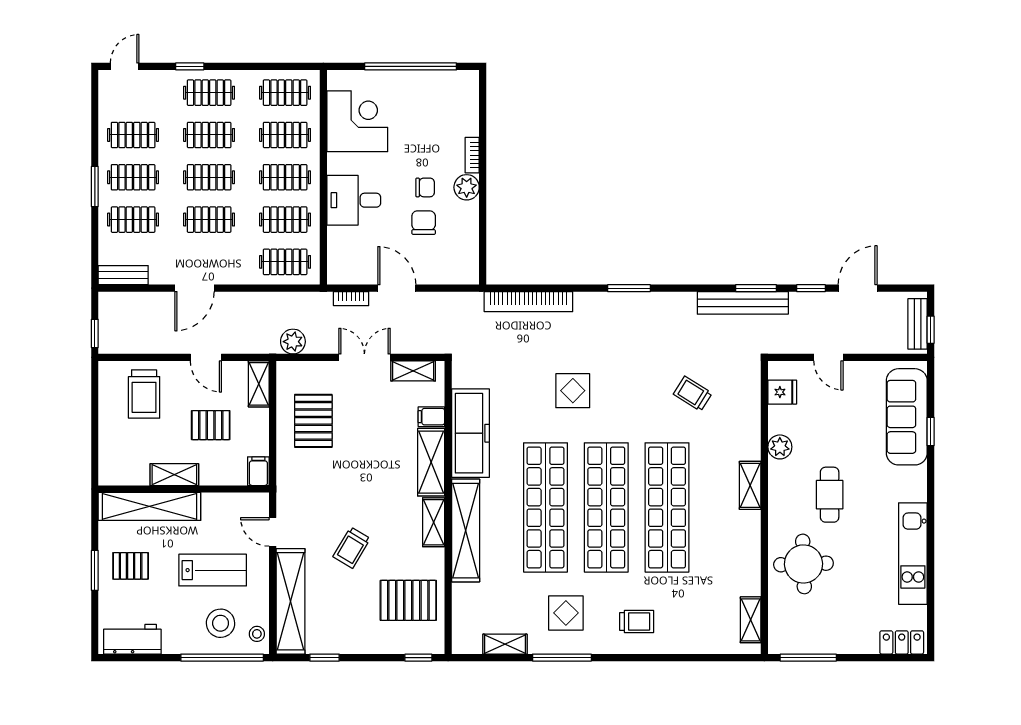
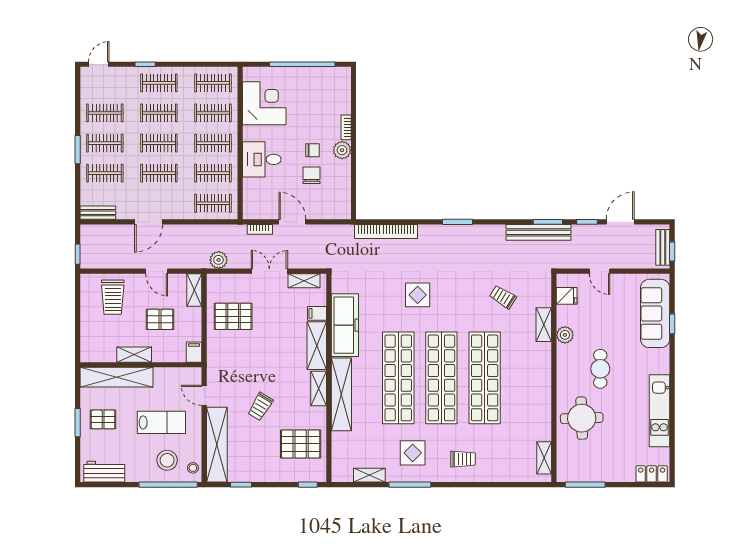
pallet: (313, 421) -> (233, 316), turned 90
shelving: (750, 485) -> (544, 325), moved

